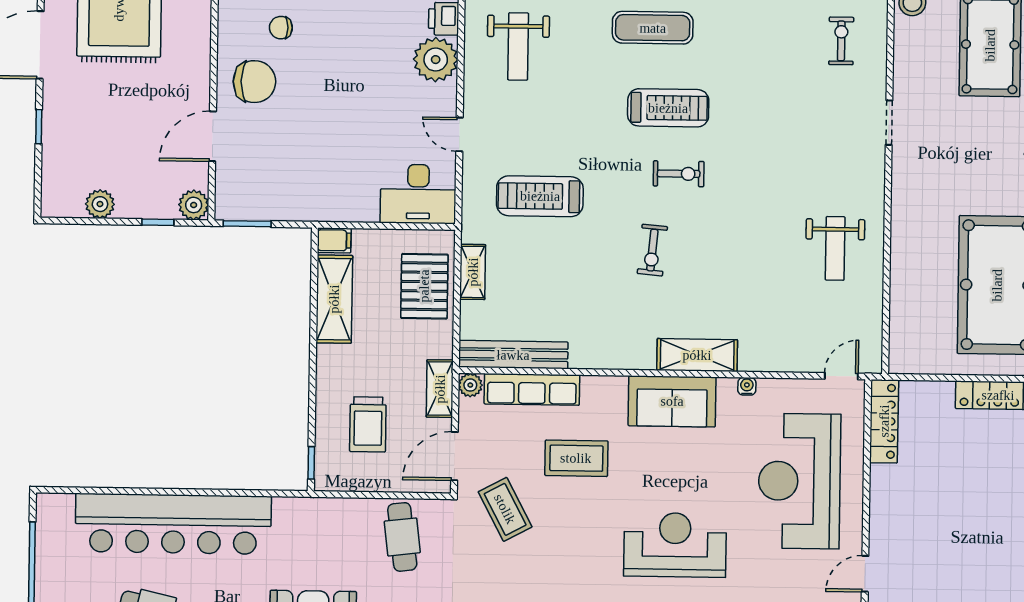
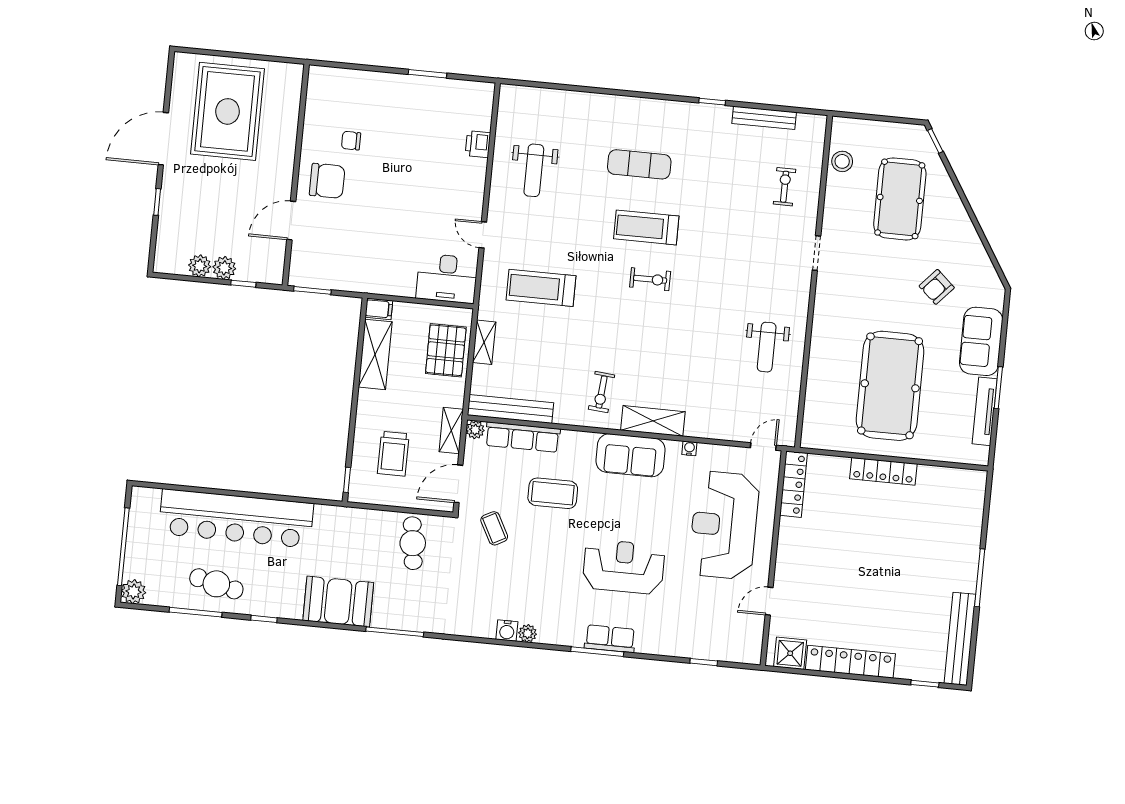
plant: (436, 60) -> (469, 175), removed
treadmill: (668, 108) -> (646, 227), turned 180
plant: (194, 205) -> (224, 268), moved
exercise bike: (652, 250) -> (602, 392), moved
coffee table: (505, 509) -> (494, 528), width x0.73, depth x0.77

